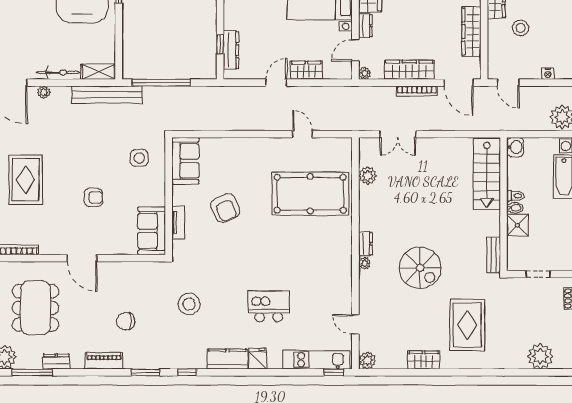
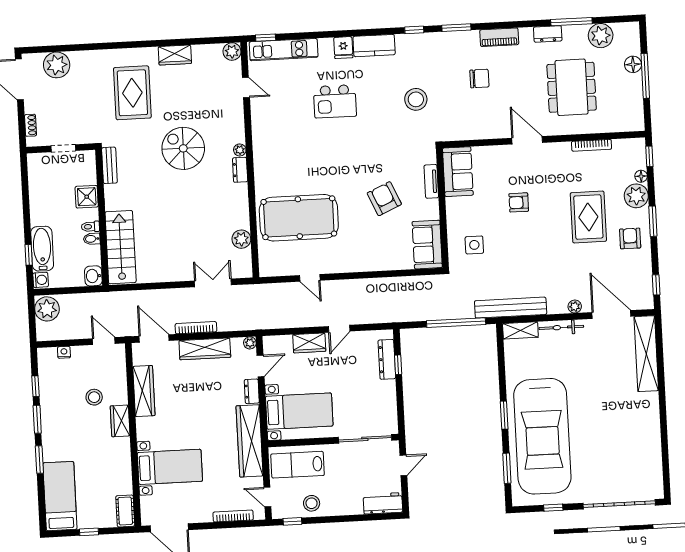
bidet: (515, 208) -> (92, 239), moved

